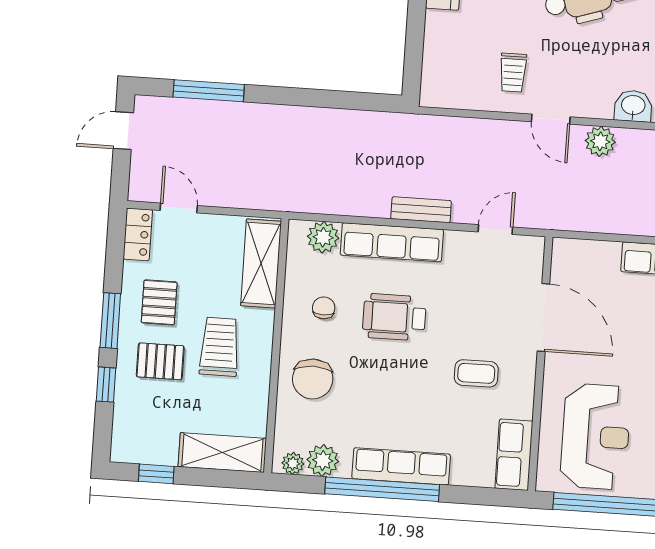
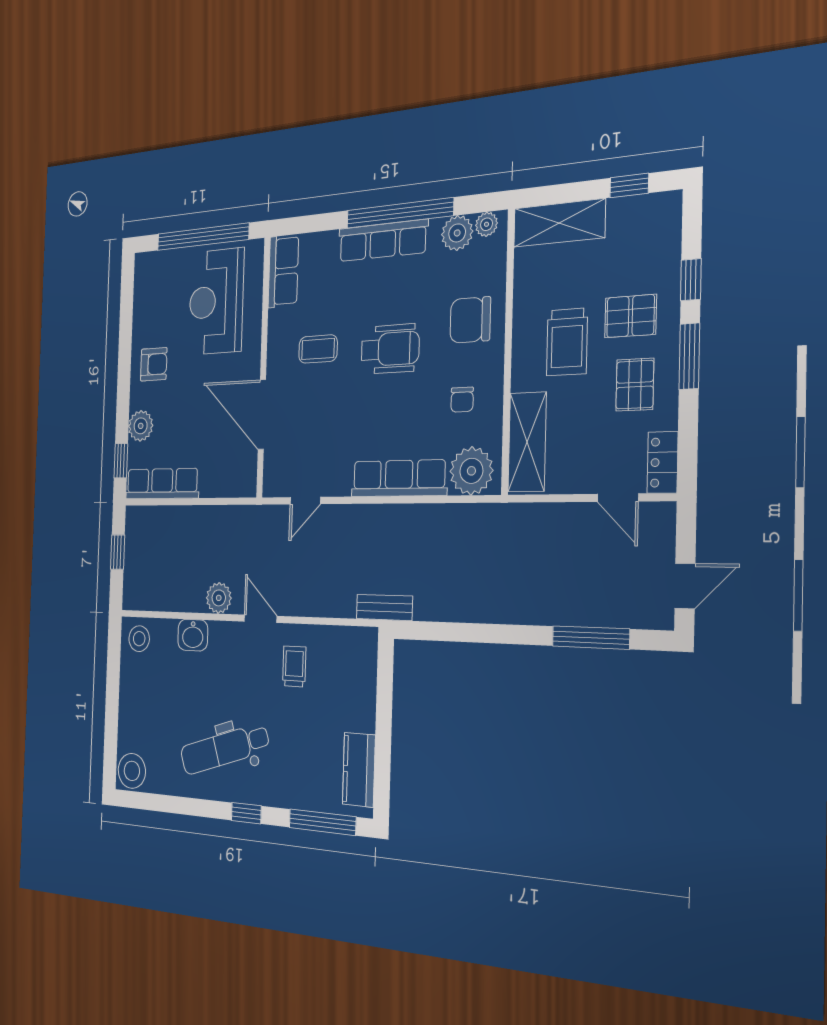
bench: (421, 210) -> (384, 607), moved
plant: (323, 237) -> (471, 471), width x1.36, depth x1.36
wheelchair: (394, 317) -> (390, 349), moved
chair: (313, 379) -> (470, 320), turned -90

